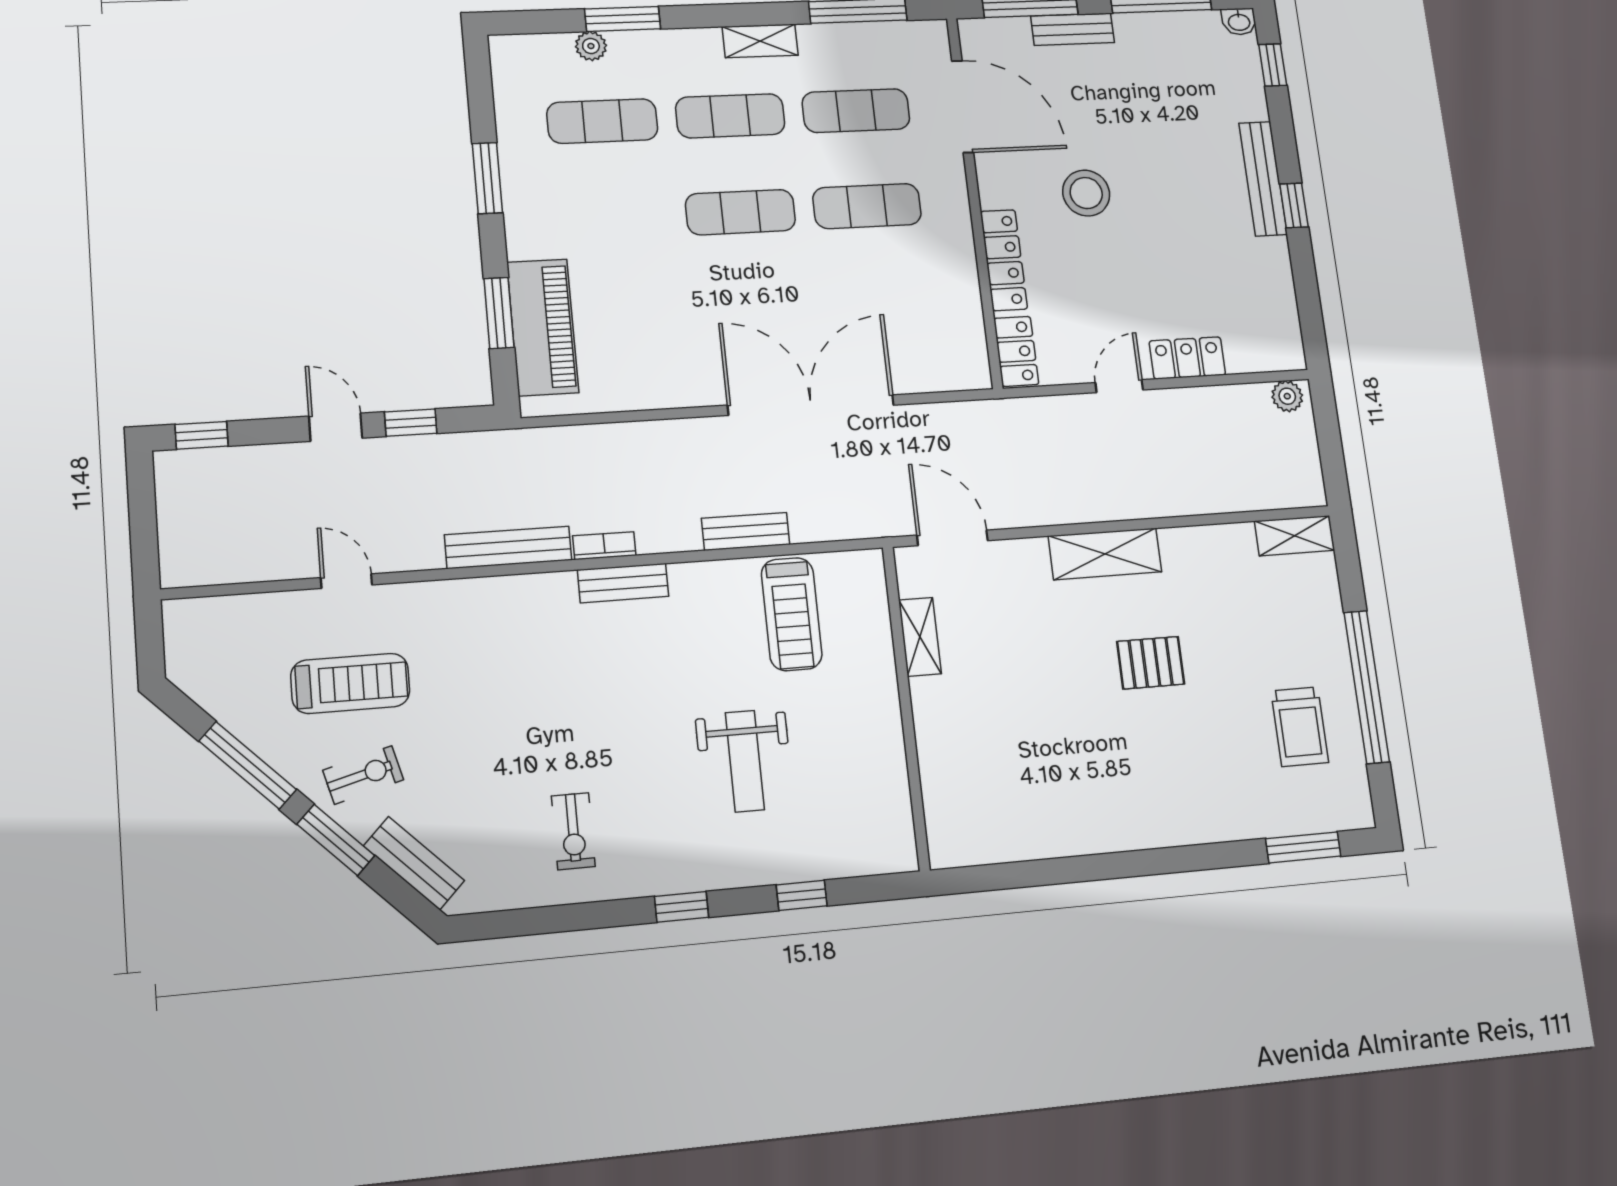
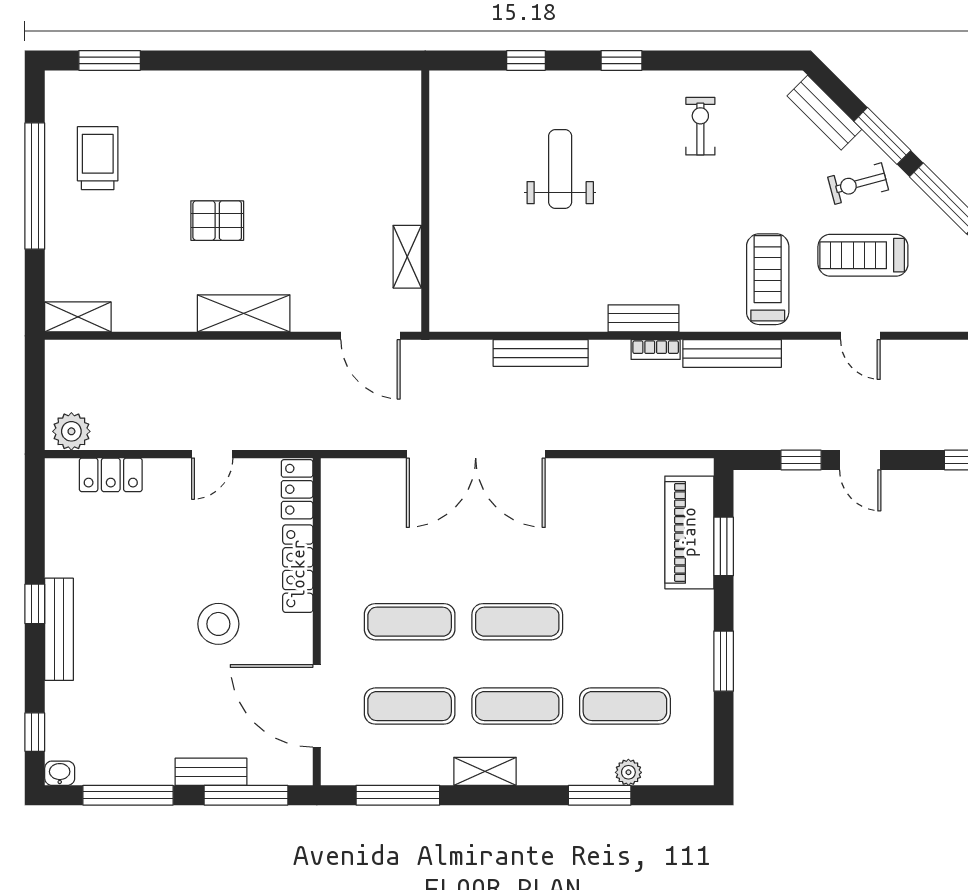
locker: (1187, 358) -> (111, 475), moved
plant: (1287, 396) -> (71, 431), width x1.38, depth x1.38
bench: (746, 531) -> (541, 353), width x1.36
treadmill: (792, 614) -> (768, 279), moved

